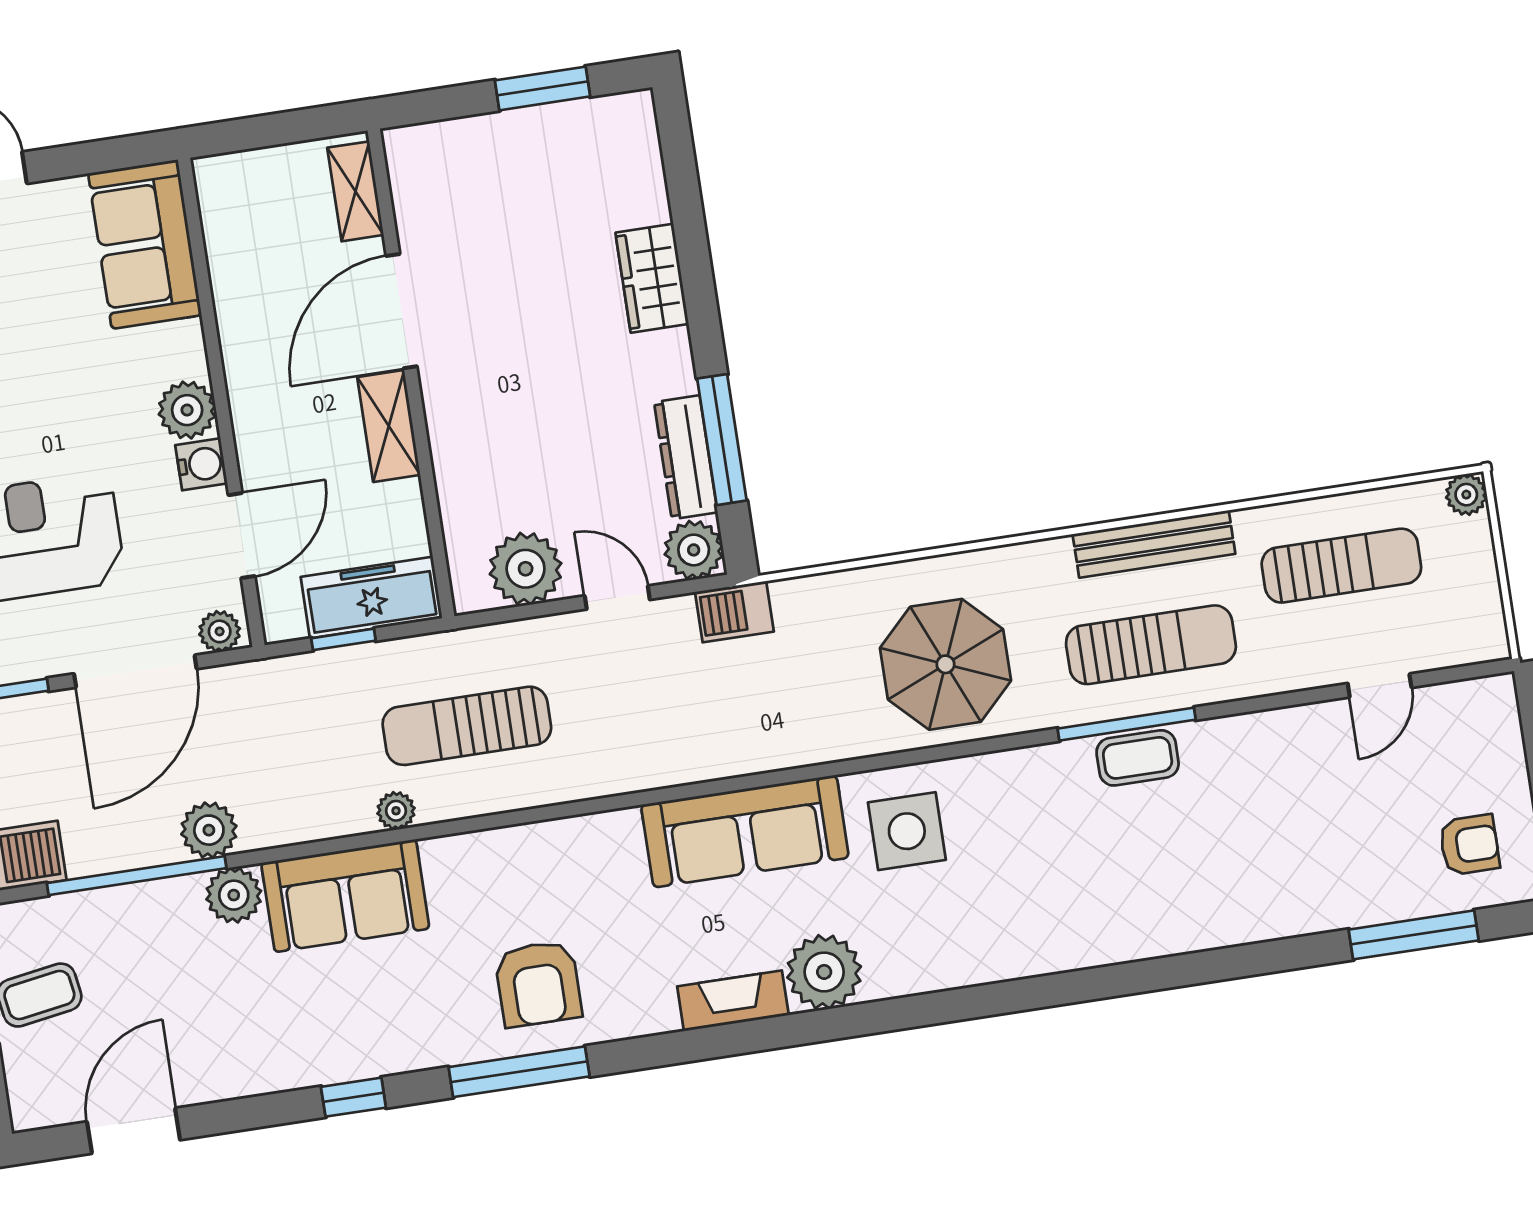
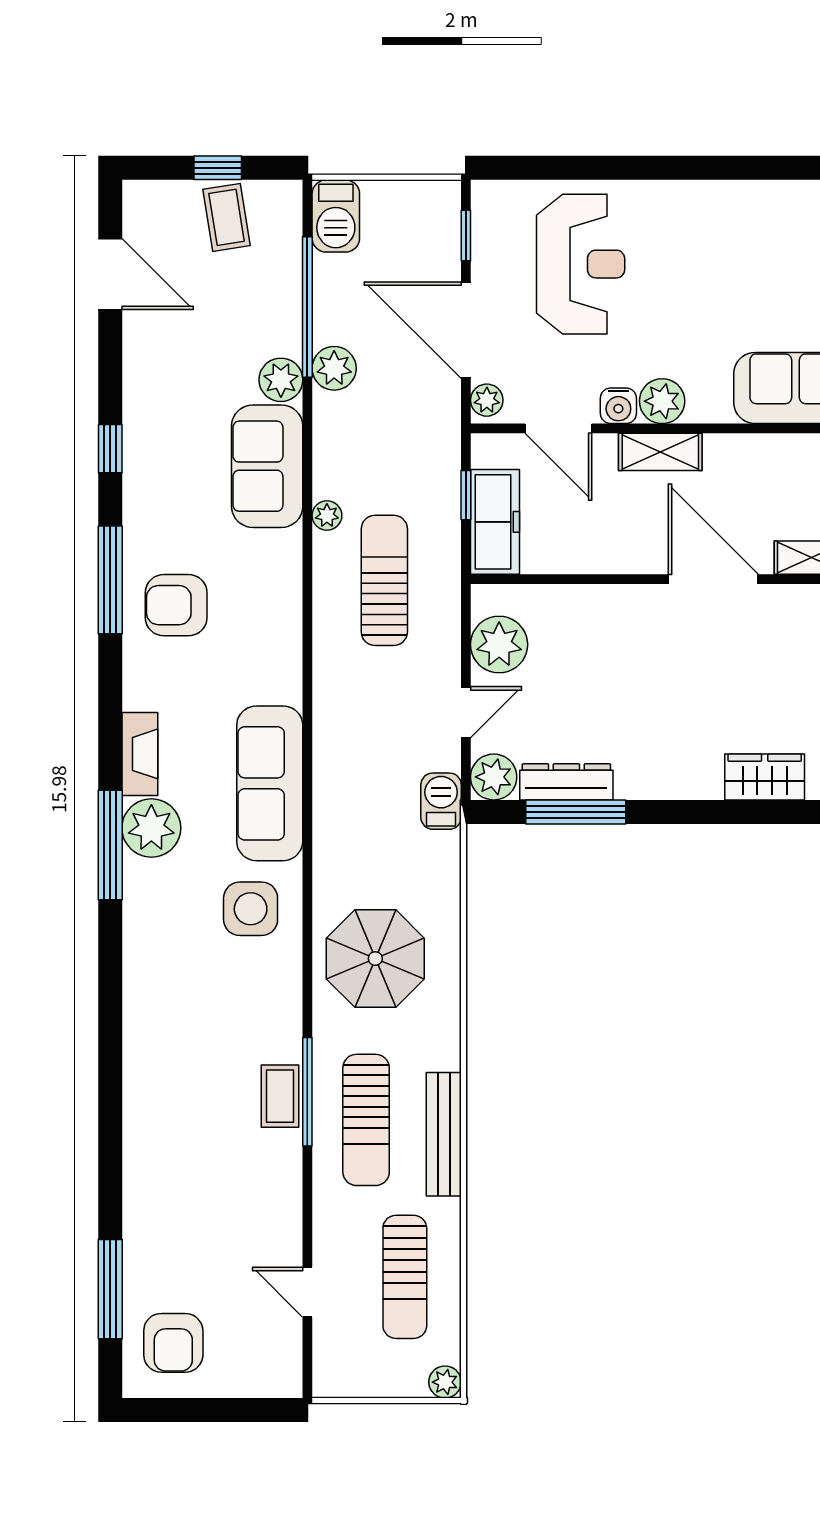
wardrobe: (652, 278) -> (765, 777), moved
shelving: (389, 426) -> (660, 452), moved
armchair: (1469, 845) -> (173, 1343), width x1.38, depth x1.38
window: (853, 1021) -> (110, 845), added

